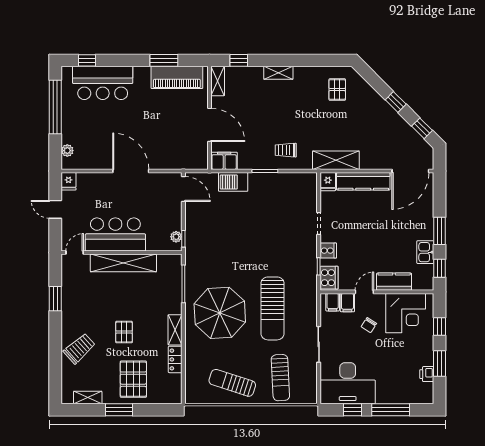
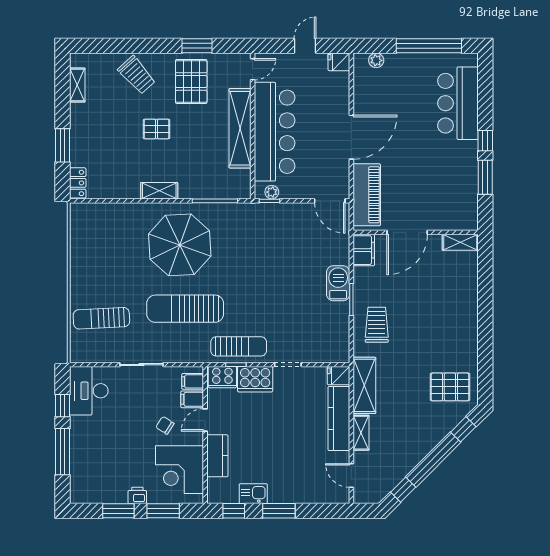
window: (87, 60) -> (485, 141), moved
window: (239, 60) -> (485, 268), removed
shelving: (278, 73) -> (361, 433), moved
piano: (177, 77) -> (367, 195), moved, turned 180
pallet: (337, 90) -> (450, 387), width x1.50, depth x1.42
window: (396, 102) -> (463, 429), moved
trolley: (286, 150) -> (377, 325), width x1.36, depth x1.39
door: (410, 171) -> (351, 476), width x0.53
barbecue: (233, 182) -> (338, 283), moved
door: (183, 189) -> (330, 201), hinge flipped
bar counter: (115, 234) -> (275, 132), width x1.36
cooker: (328, 251) -> (255, 379), width x1.87, depth x1.31
door: (75, 253) -> (253, 69), hinge flipped
door: (364, 292) -> (205, 420), swing flipped
window: (440, 327) -> (163, 511), width x1.50
locker: (175, 359) -> (78, 183), moved, turned 90
printer: (427, 374) -> (137, 495), moved
pallet: (133, 379) -> (191, 82), moved, turned 90
sun lounger: (232, 383) -> (239, 346), moved, turned 72
desk: (348, 383) -> (89, 391), width x0.73, depth x0.77
window: (119, 410) -> (63, 145), moved

